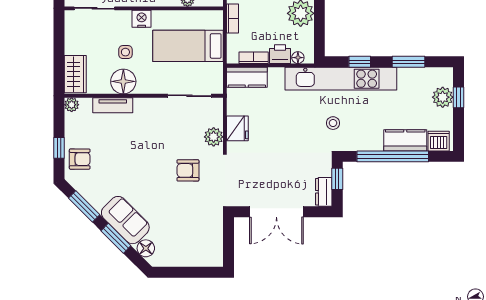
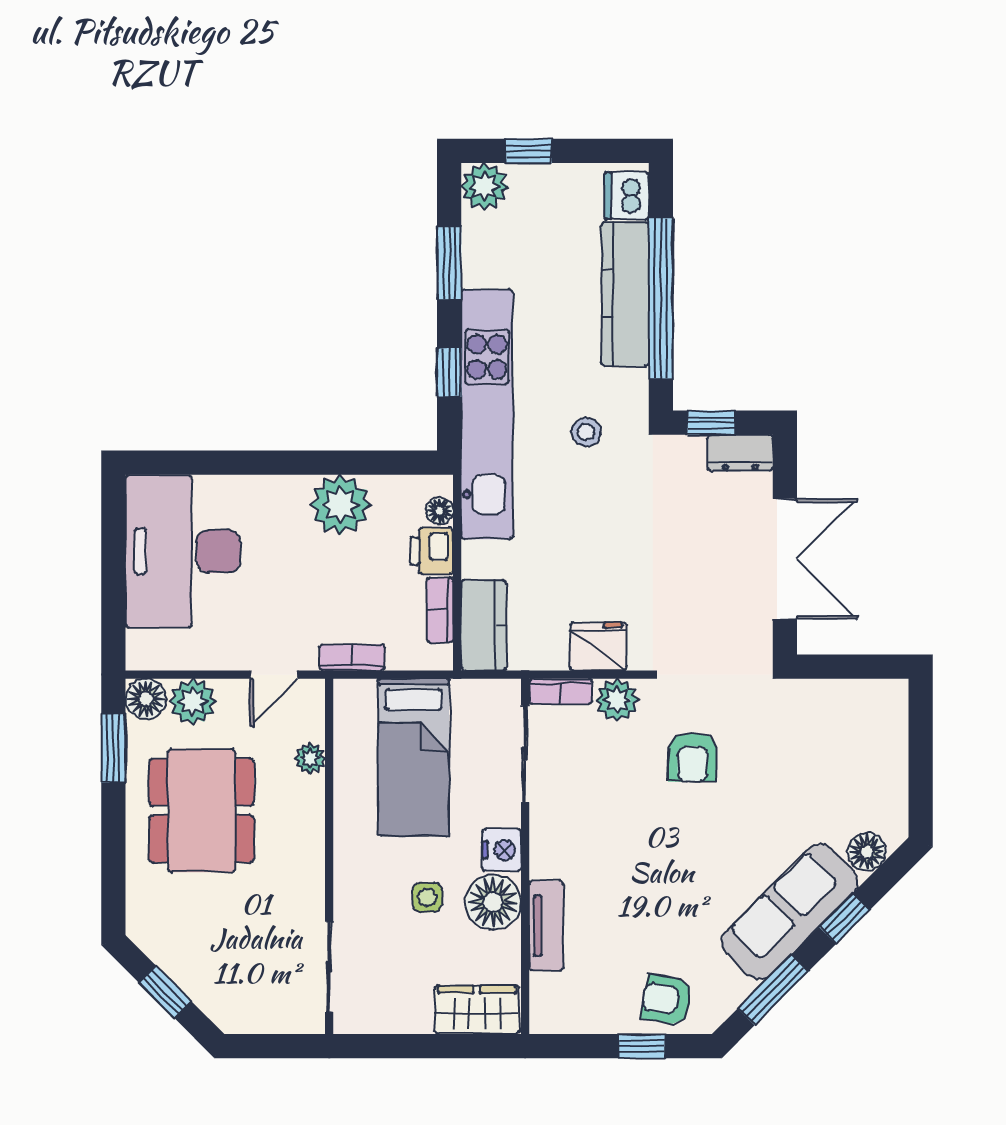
nightstand: (142, 19) -> (502, 850), moved, turned 180
plant: (443, 97) -> (485, 186), moved
plant: (72, 105) -> (545, 1018), removed
bookcase: (217, 112) -> (561, 691), added
kitchen counter: (405, 140) -> (625, 294), width x1.50
armchair: (80, 159) -> (667, 1000), turned -80
sofa: (125, 220) -> (790, 912), width x1.36
window: (116, 238) -> (844, 919), width x0.67

